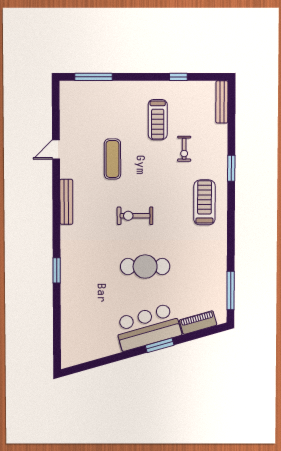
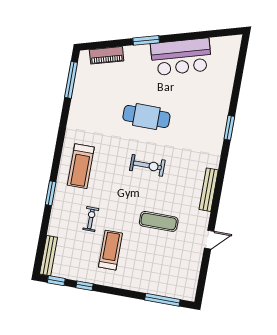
window: (209, 77) -> (56, 281), added
exercise mat: (112, 159) -> (159, 221), turned 90
bar counter: (148, 327) -> (181, 57), moved

